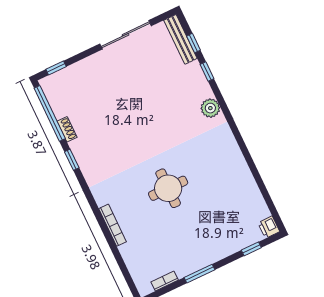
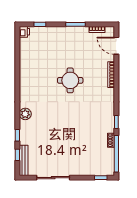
door: (125, 271) -> (116, 46), added

